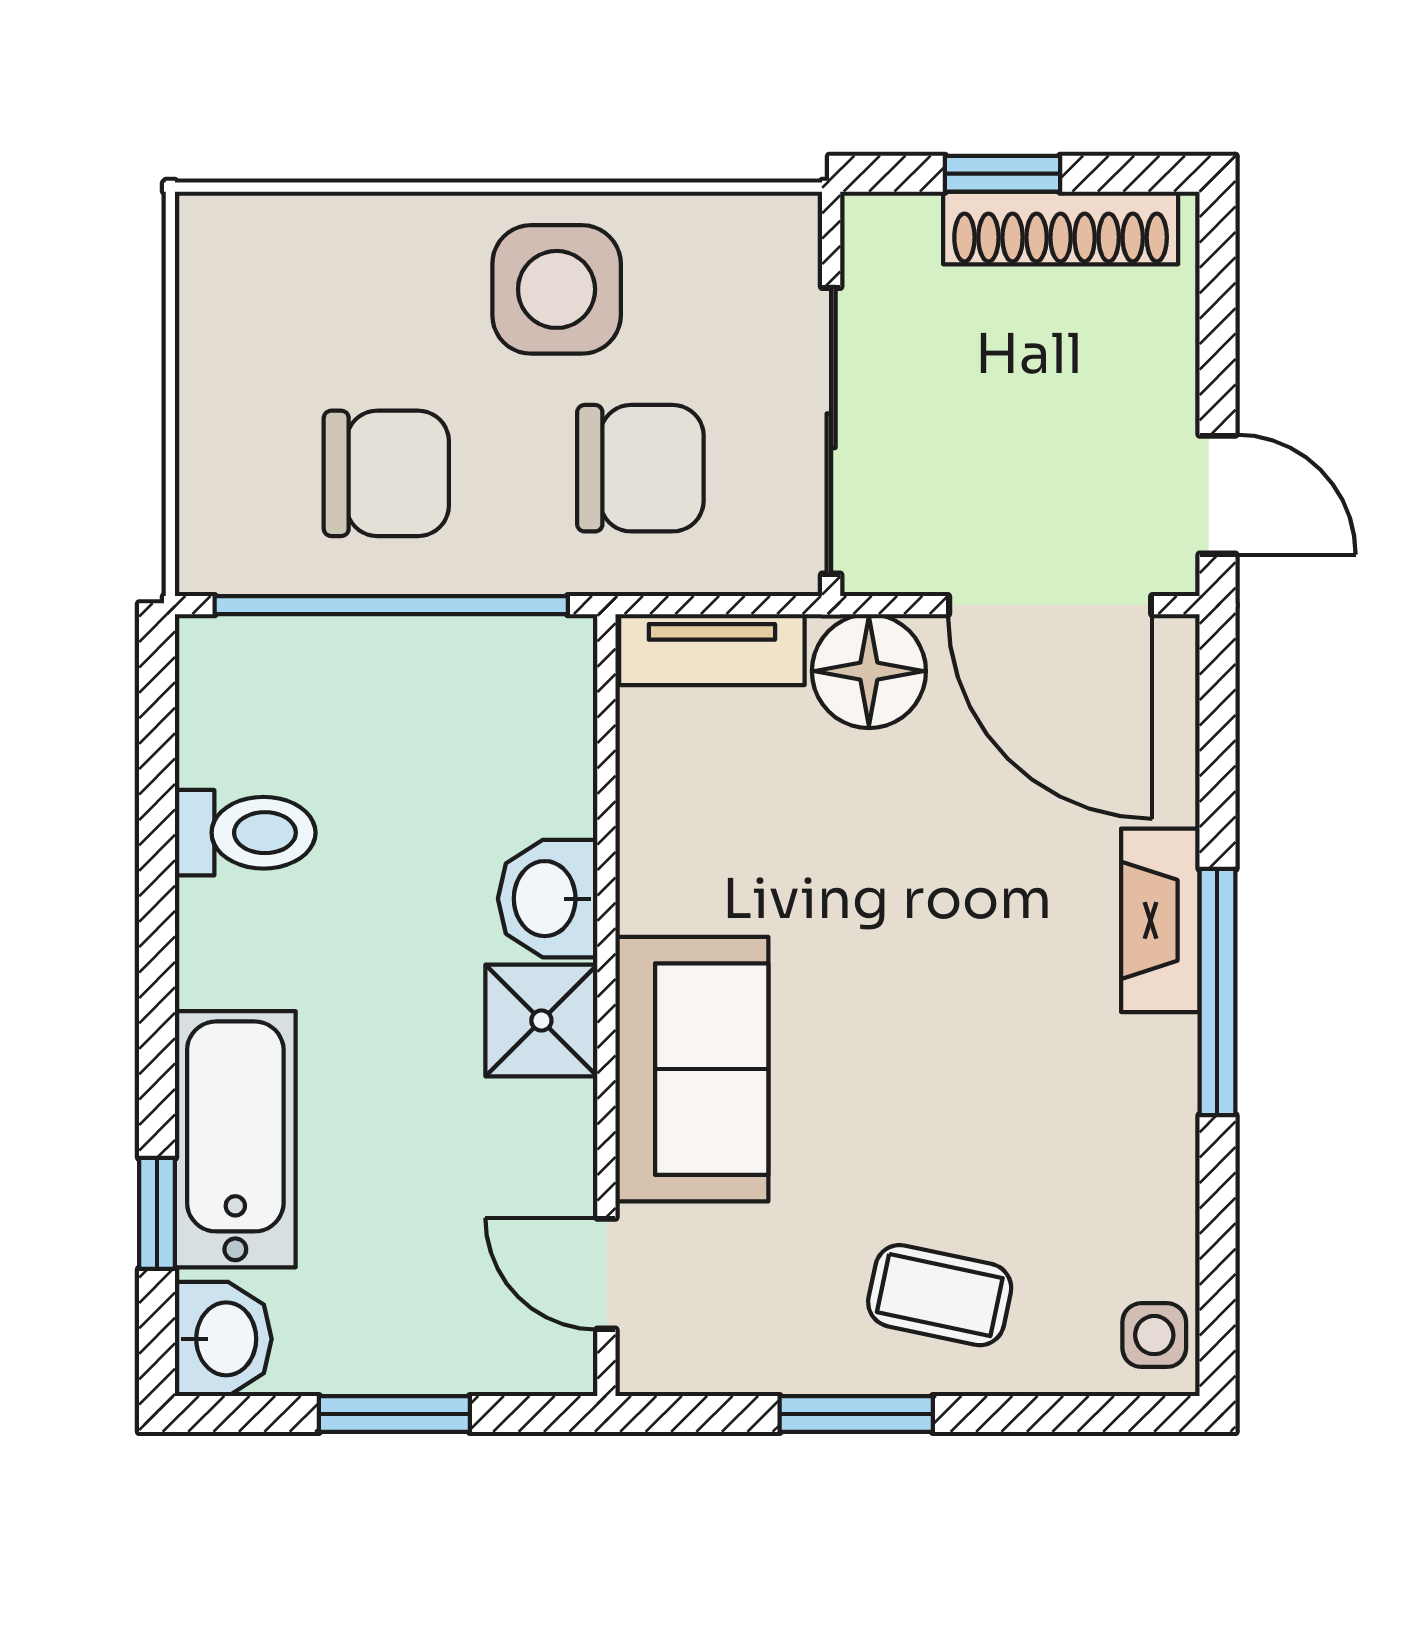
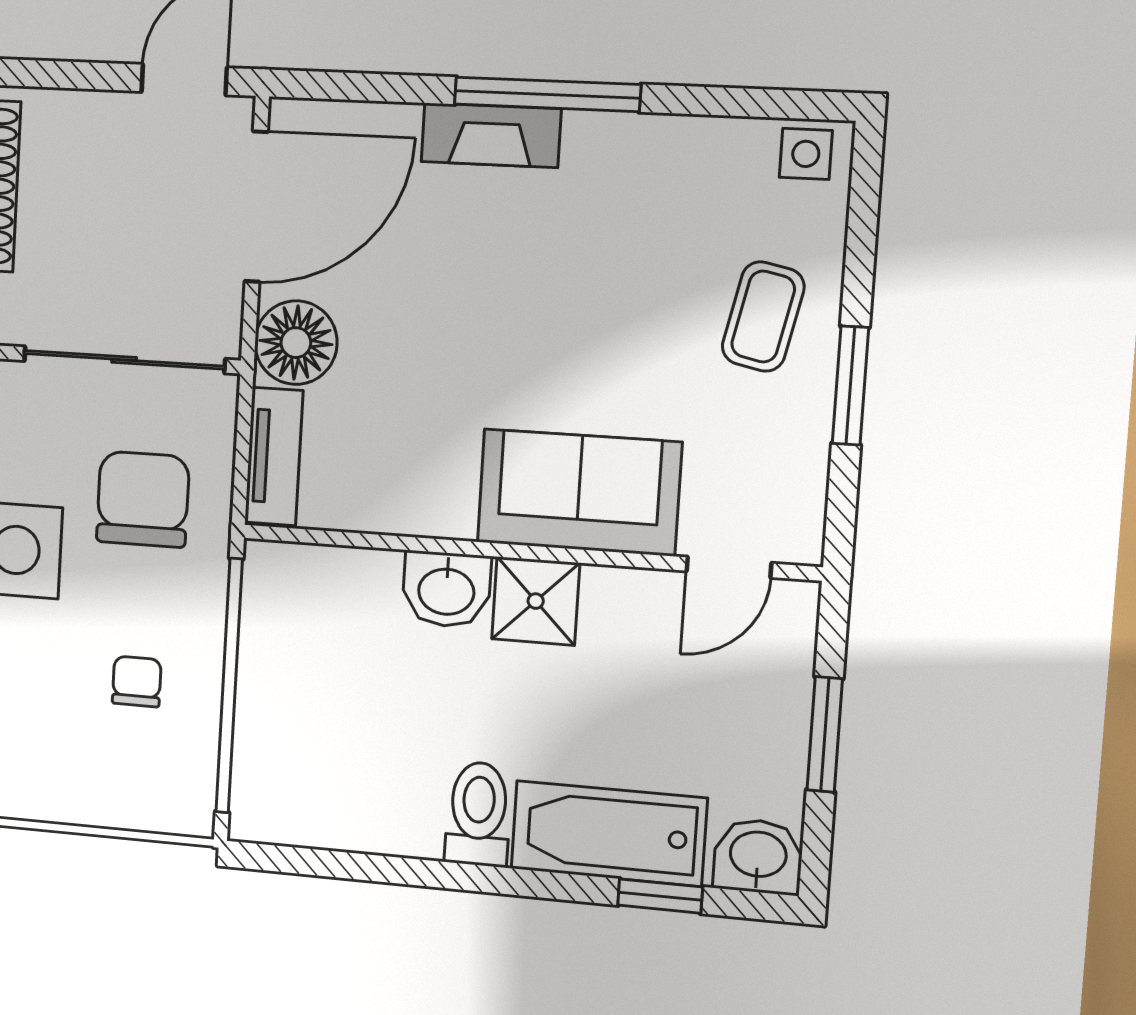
chair: (386, 473) -> (137, 681), width x0.54, depth x0.54
toilet: (245, 833) -> (478, 814), moved

